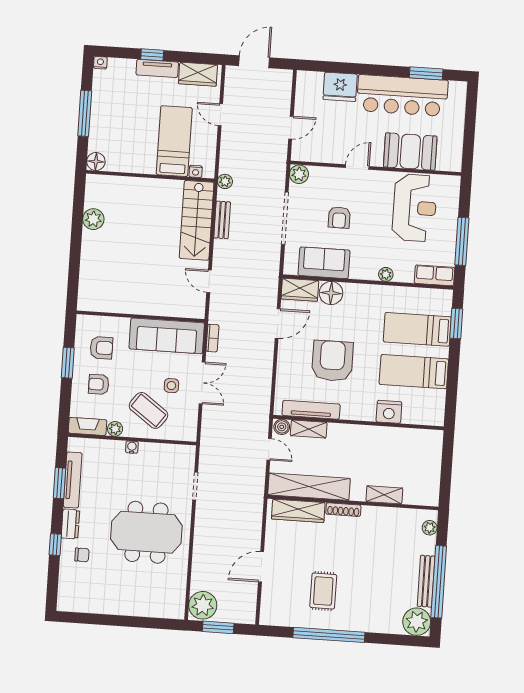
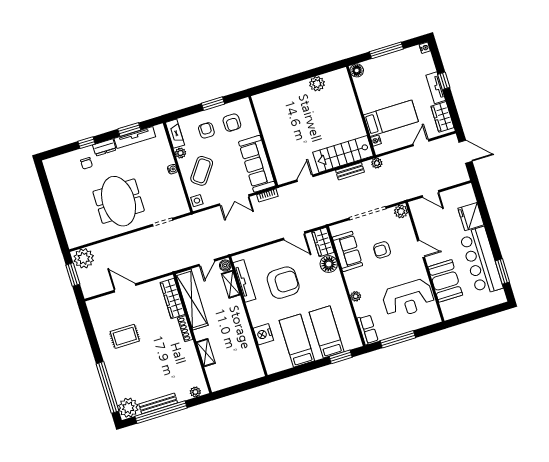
side table: (171, 386) -> (197, 201), moved
window: (329, 635) -> (107, 387), moved

